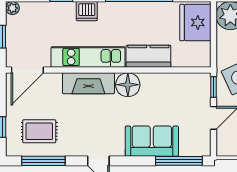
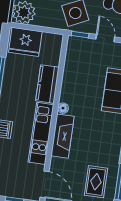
floor lamp: (128, 85) -> (63, 108), width x0.53, depth x0.53

